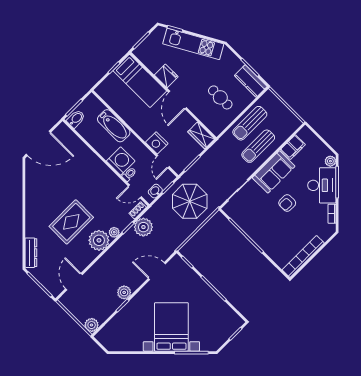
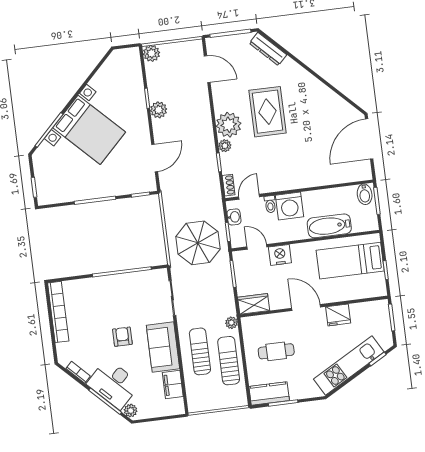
bed: (140, 81) -> (350, 261), moved
plant: (143, 227) -> (231, 323), moved, width x0.53, depth x0.53

